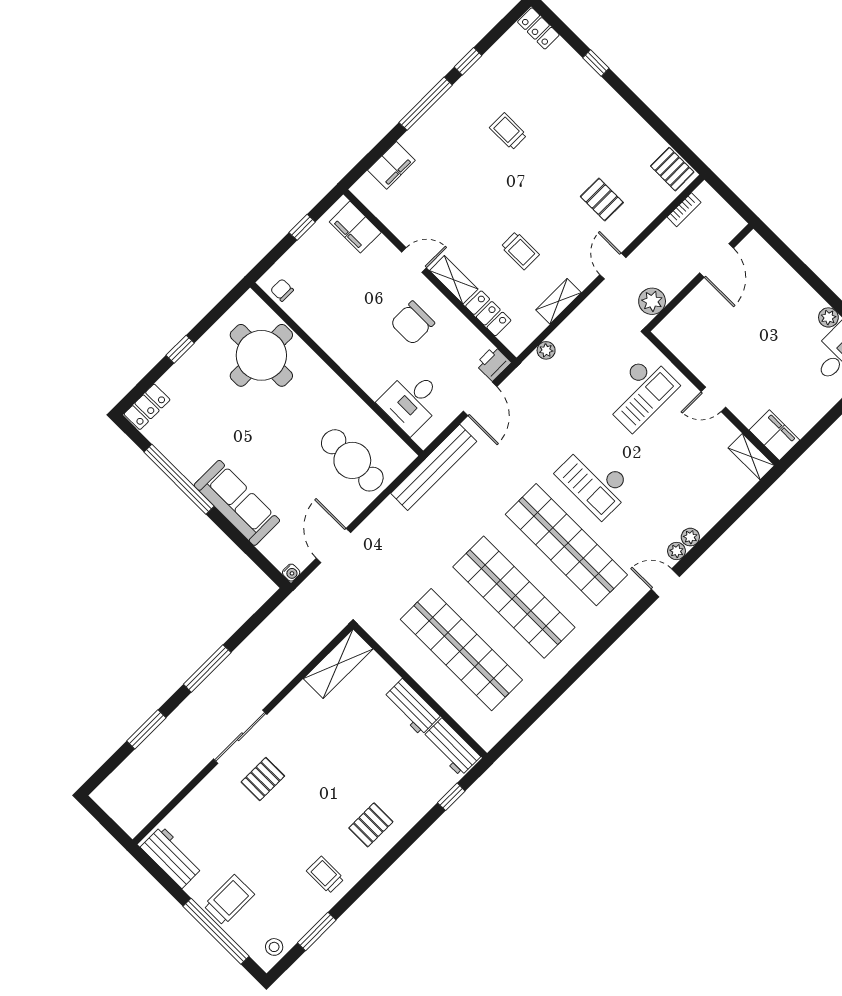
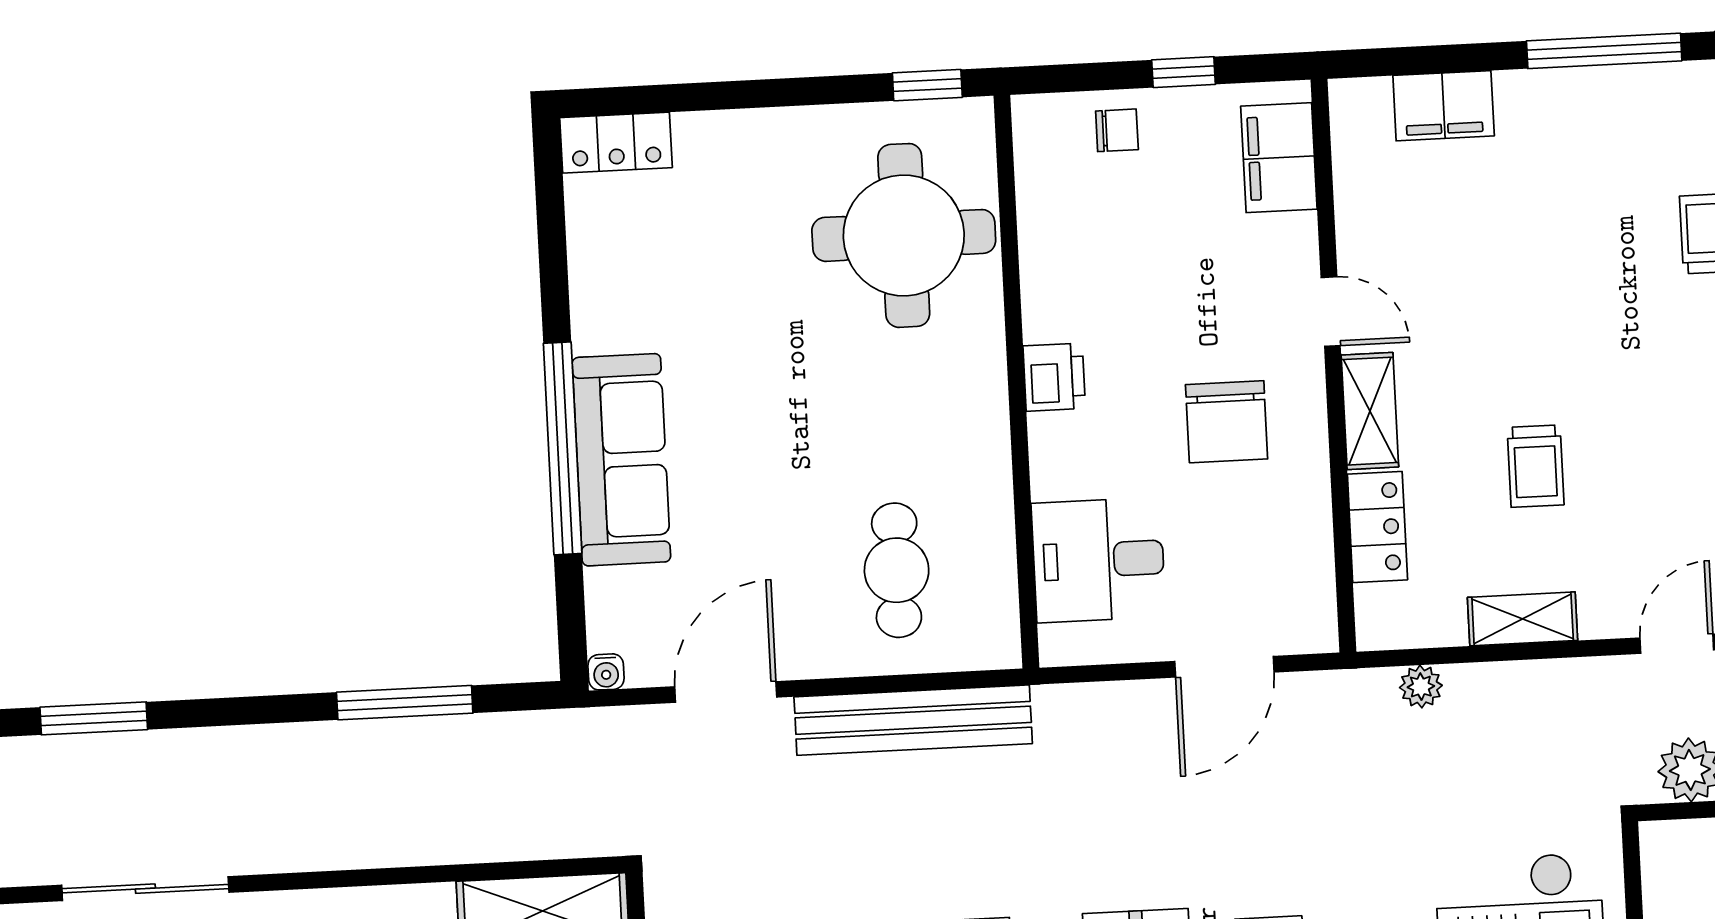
chair: (282, 290) -> (1117, 130), moved, turned 90
chair: (413, 323) -> (1227, 422), turned -90
window: (180, 349) -> (927, 85), moved
printer: (493, 363) -> (1054, 377), moved, turned 90
cafe table: (352, 460) -> (897, 570), width x0.73, depth x0.74
bench: (434, 467) -> (913, 720), moved
window: (179, 479) -> (563, 448), moved
window: (207, 668) -> (405, 703), moved
sliding door: (240, 737) -> (145, 889), moved

